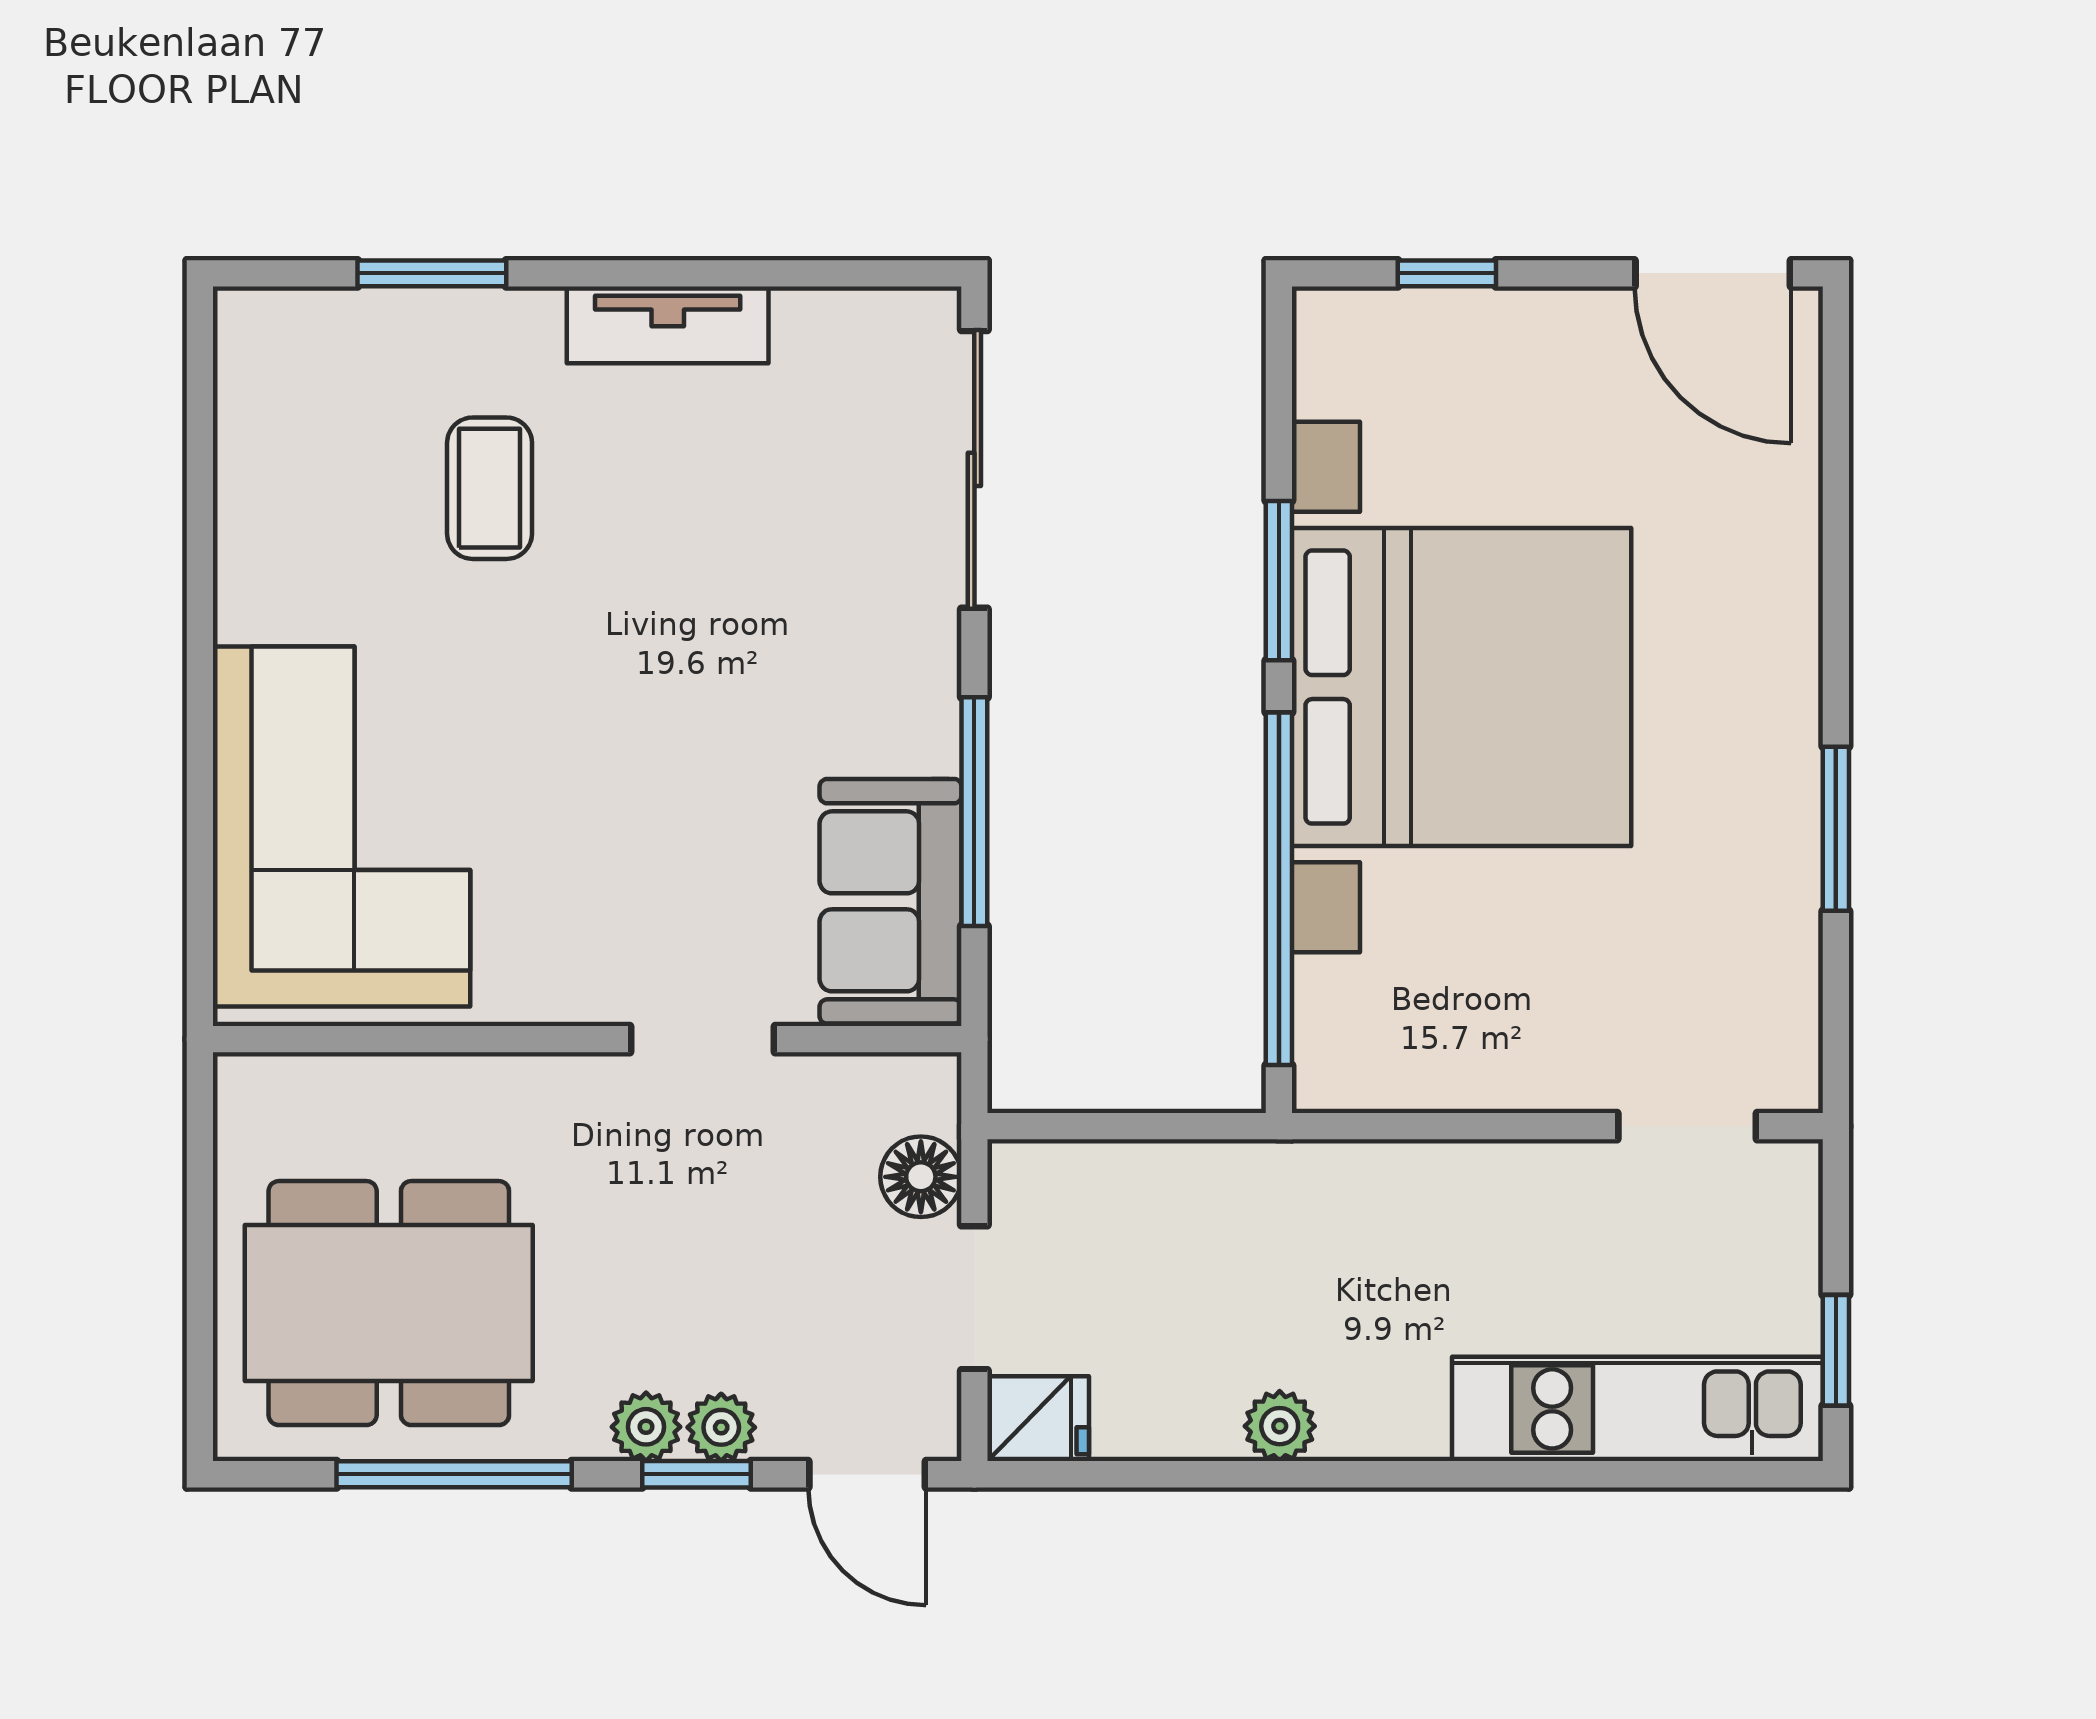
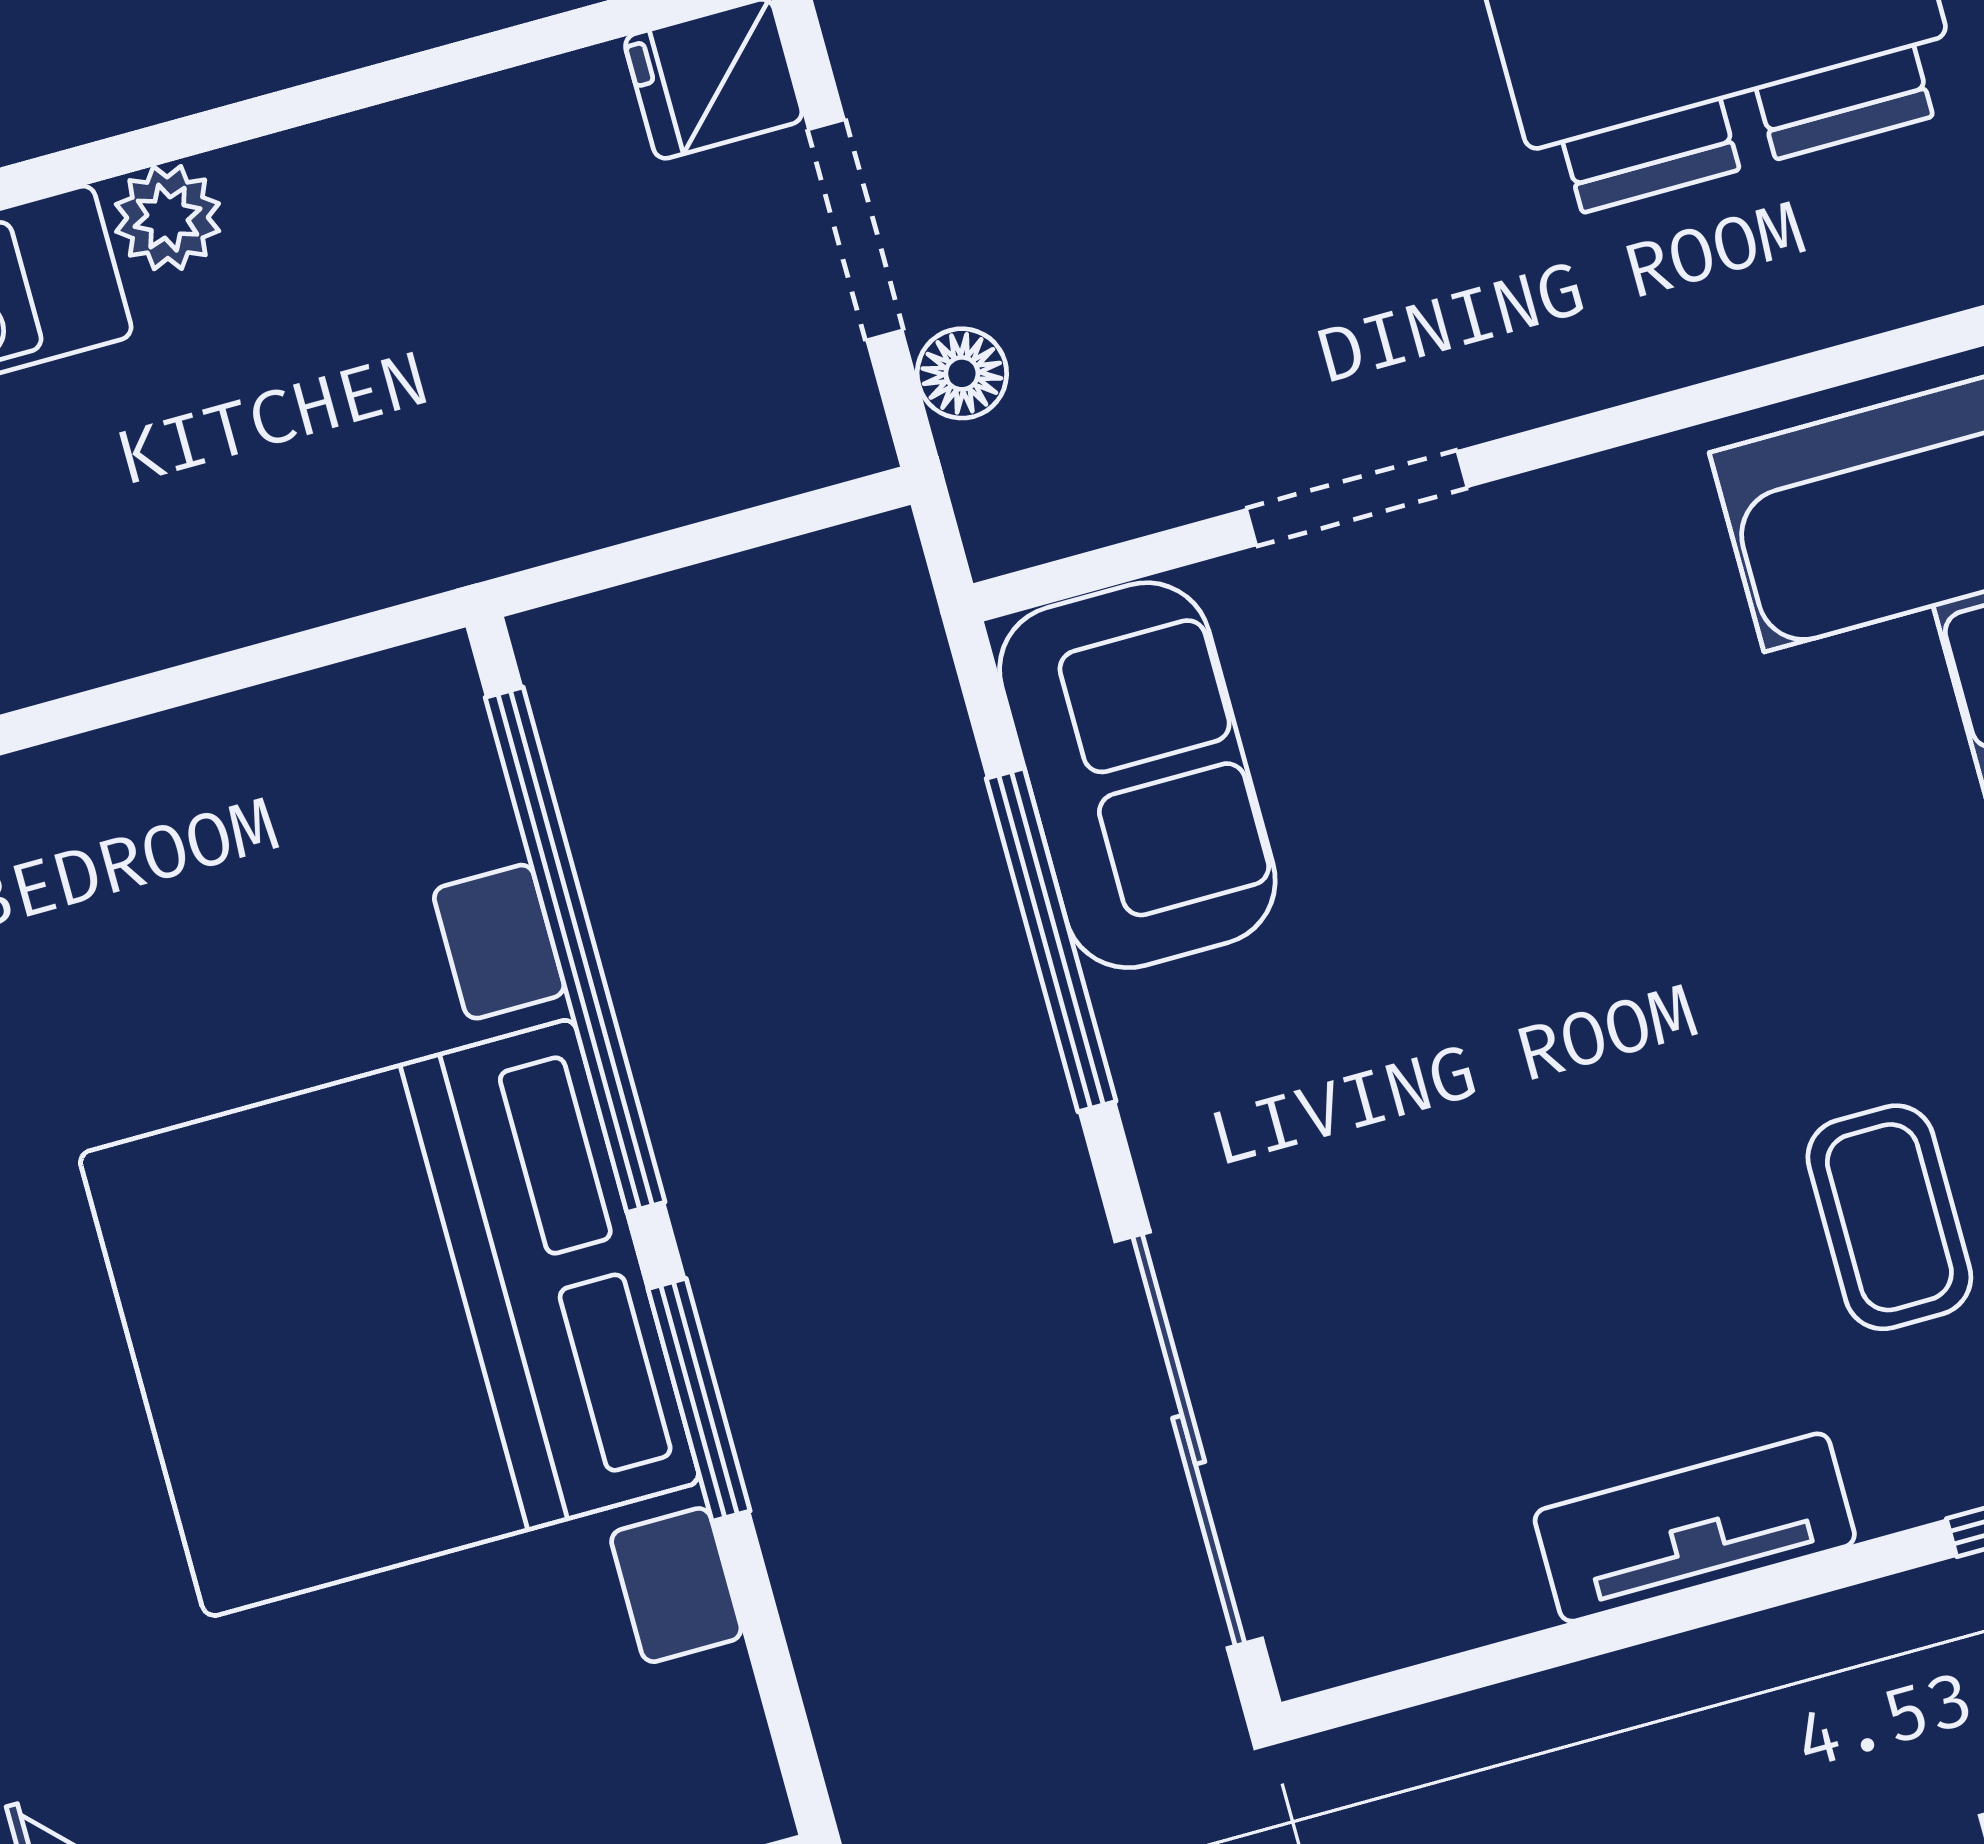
floor lamp: (921, 1177) -> (962, 373), width x0.73, depth x0.73
plant: (1280, 1426) -> (168, 218), moved

